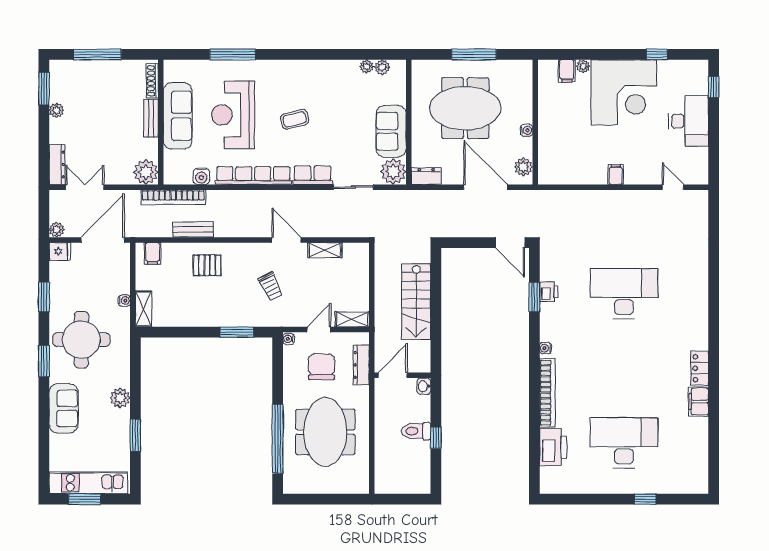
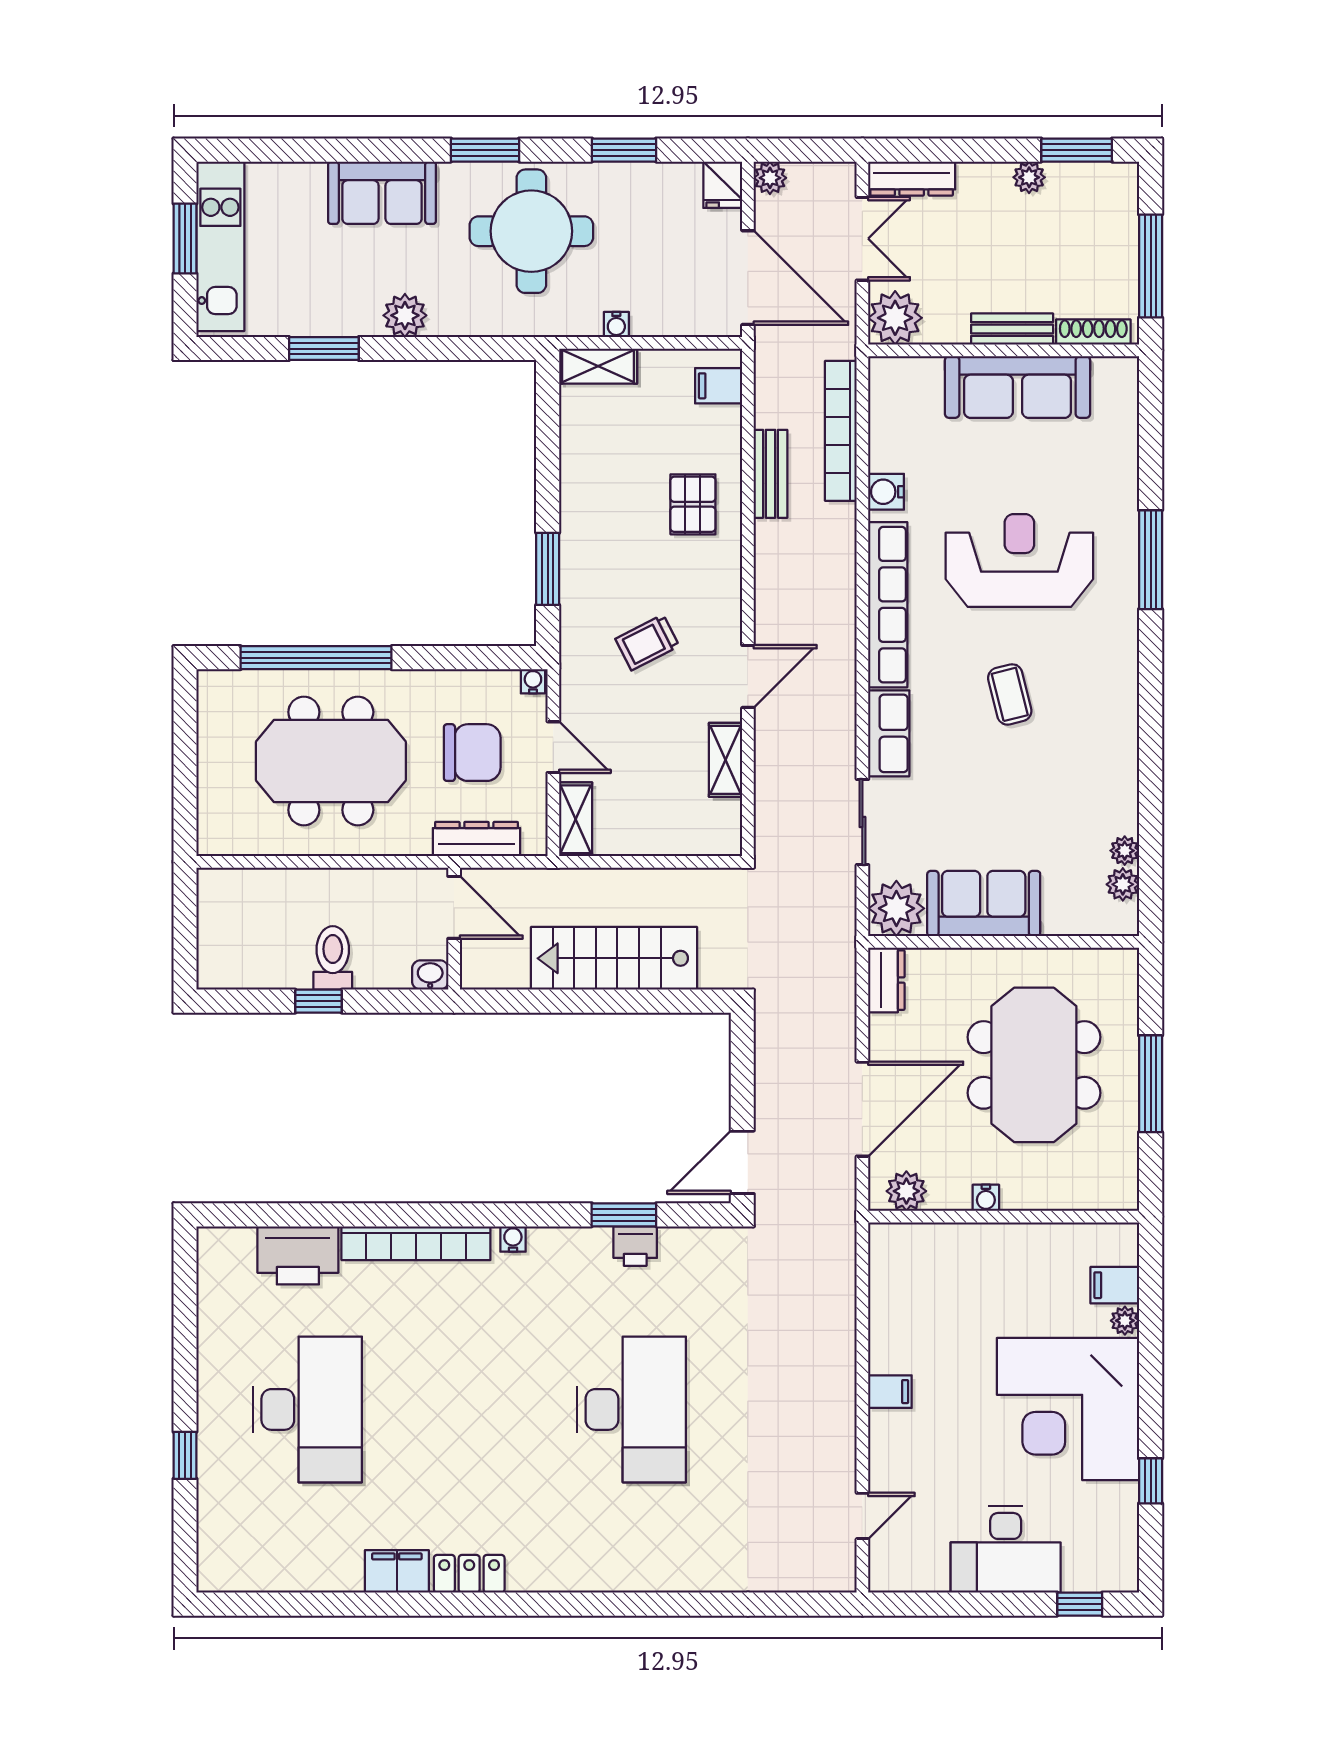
shoe rack: (152, 81) -> (1093, 332), moved
sofa: (178, 116) -> (1018, 387), moved
bench: (151, 118) -> (1012, 329), moved
wall: (161, 122) -> (1004, 350), moved
plant: (146, 172) -> (895, 318), moved

